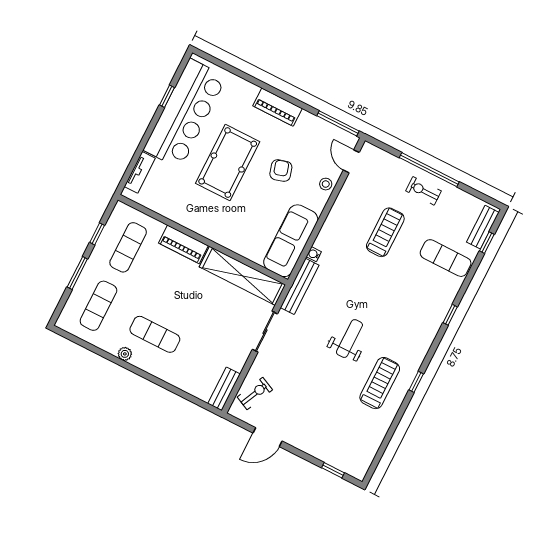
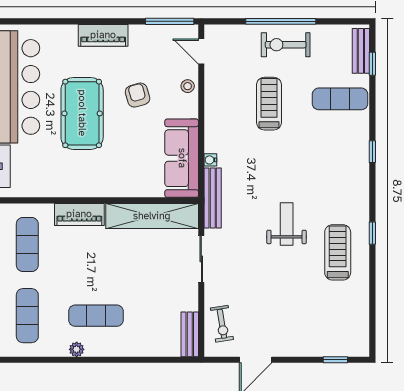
exercise bike: (423, 191) -> (286, 45), width x1.38, depth x1.39
exercise bike: (255, 393) -> (222, 324), turned 146

